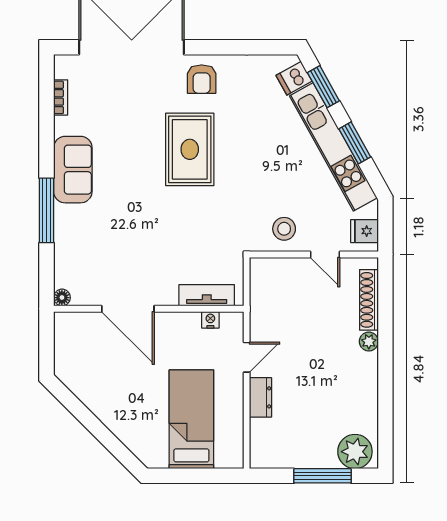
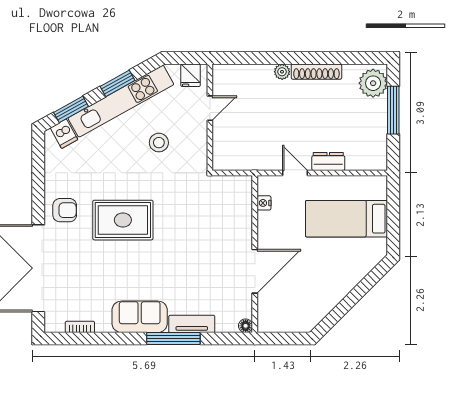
stool: (284, 229) -> (159, 143), moved
tv unit: (207, 295) -> (192, 324), moved, turned 90
shoe rack: (369, 300) -> (316, 72), moved

